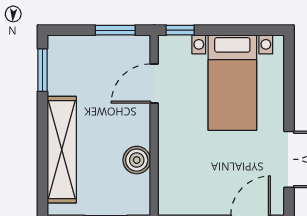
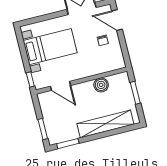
window: (115, 30) -> (43, 129), moved
chair: (219, 184) -> (103, 40), added

